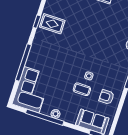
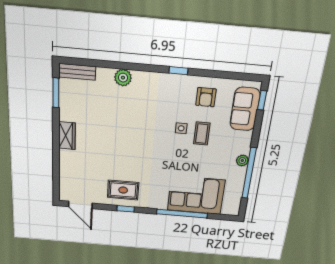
rug: (52, 24) -> (123, 190), turned 90
corner sofa: (32, 90) -> (196, 195), moved

